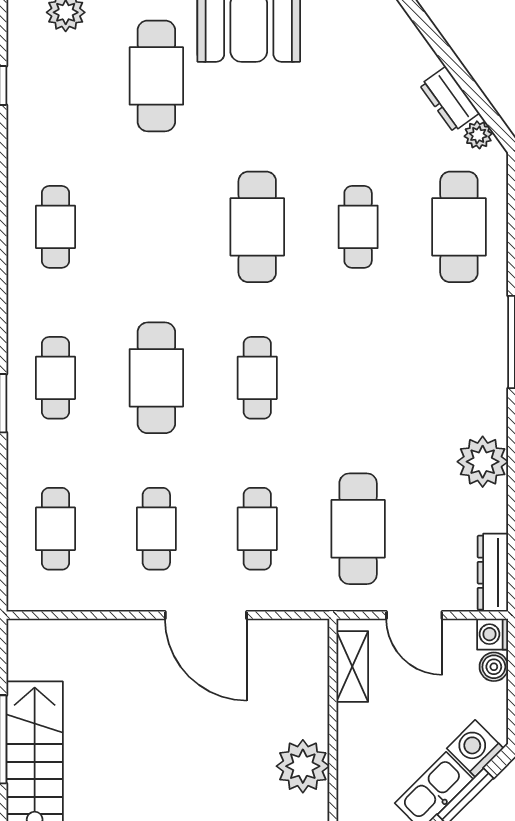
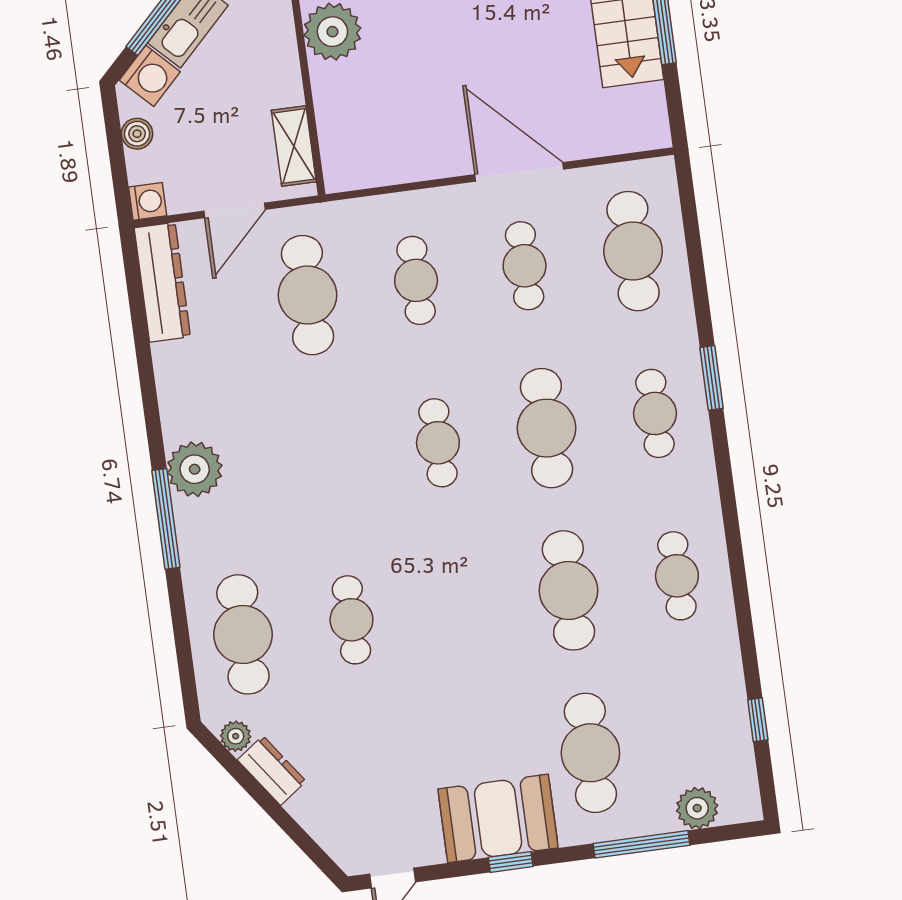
cafe table: (257, 227) -> (568, 590), moved
plant: (483, 462) -> (195, 469), moved
cafe table: (55, 529) -> (633, 251), width x1.37, depth x1.35
dresser: (493, 573) -> (162, 282), width x1.37, depth x1.24
door: (206, 615) -> (519, 172), moved
door: (414, 615) -> (235, 210), swing flipped
boiler: (494, 667) -> (137, 134), moved

